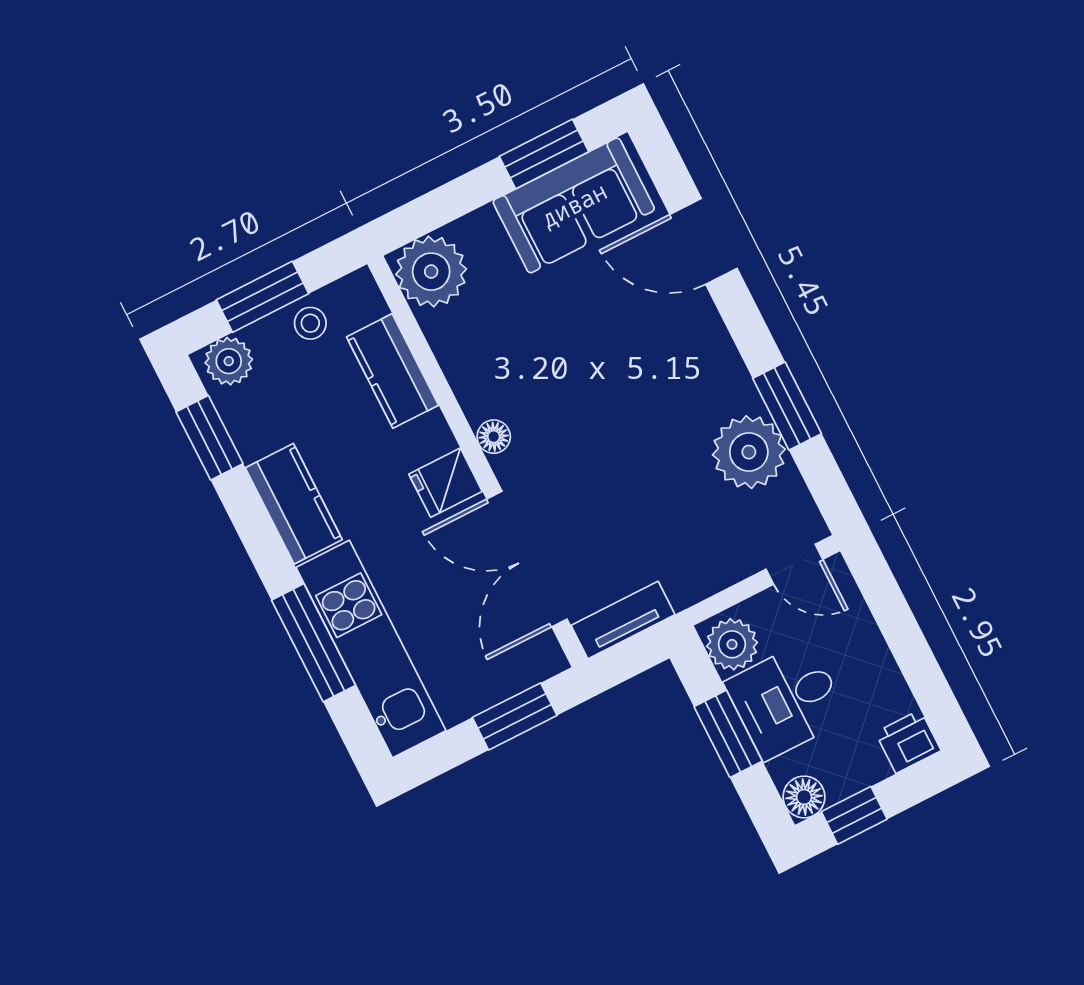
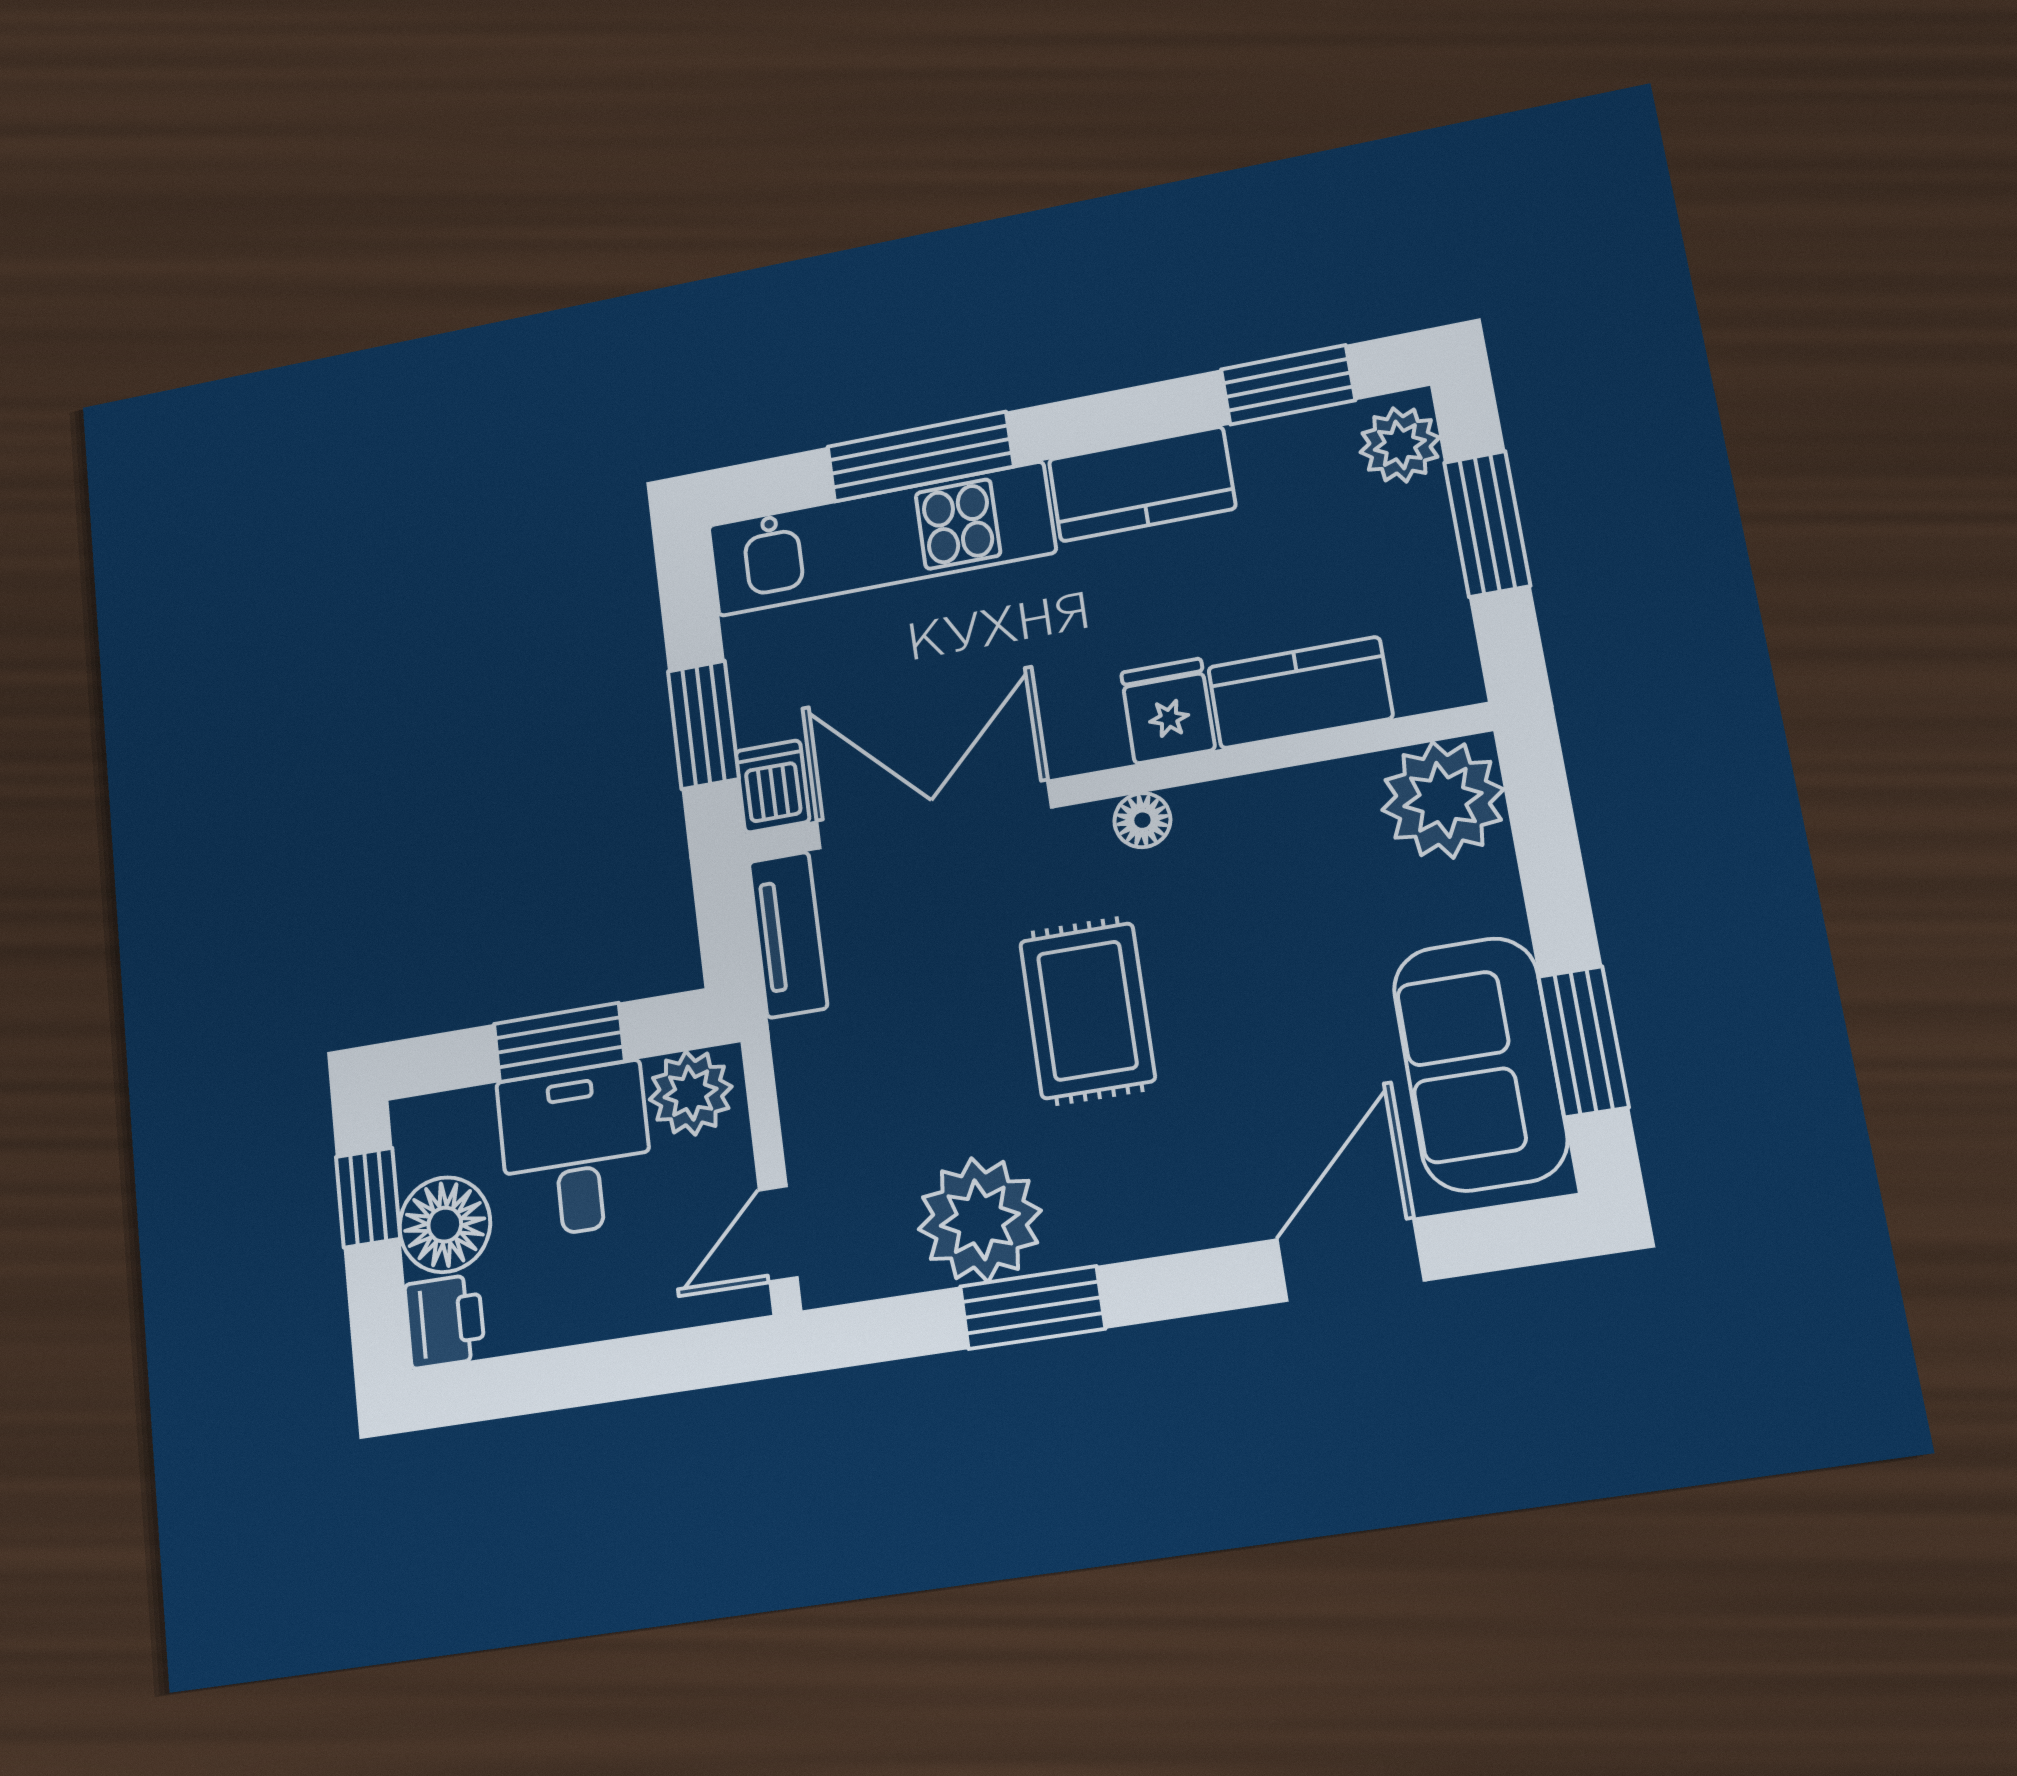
stool: (310, 323) -> (1420, 586), removed
rug: (612, 431) -> (1087, 1011), added
fridge: (446, 483) -> (1168, 711), moved
dishwasher: (539, 661) -> (773, 786), added
floor lamp: (804, 797) -> (445, 1225), moved, width x1.38, depth x1.38

